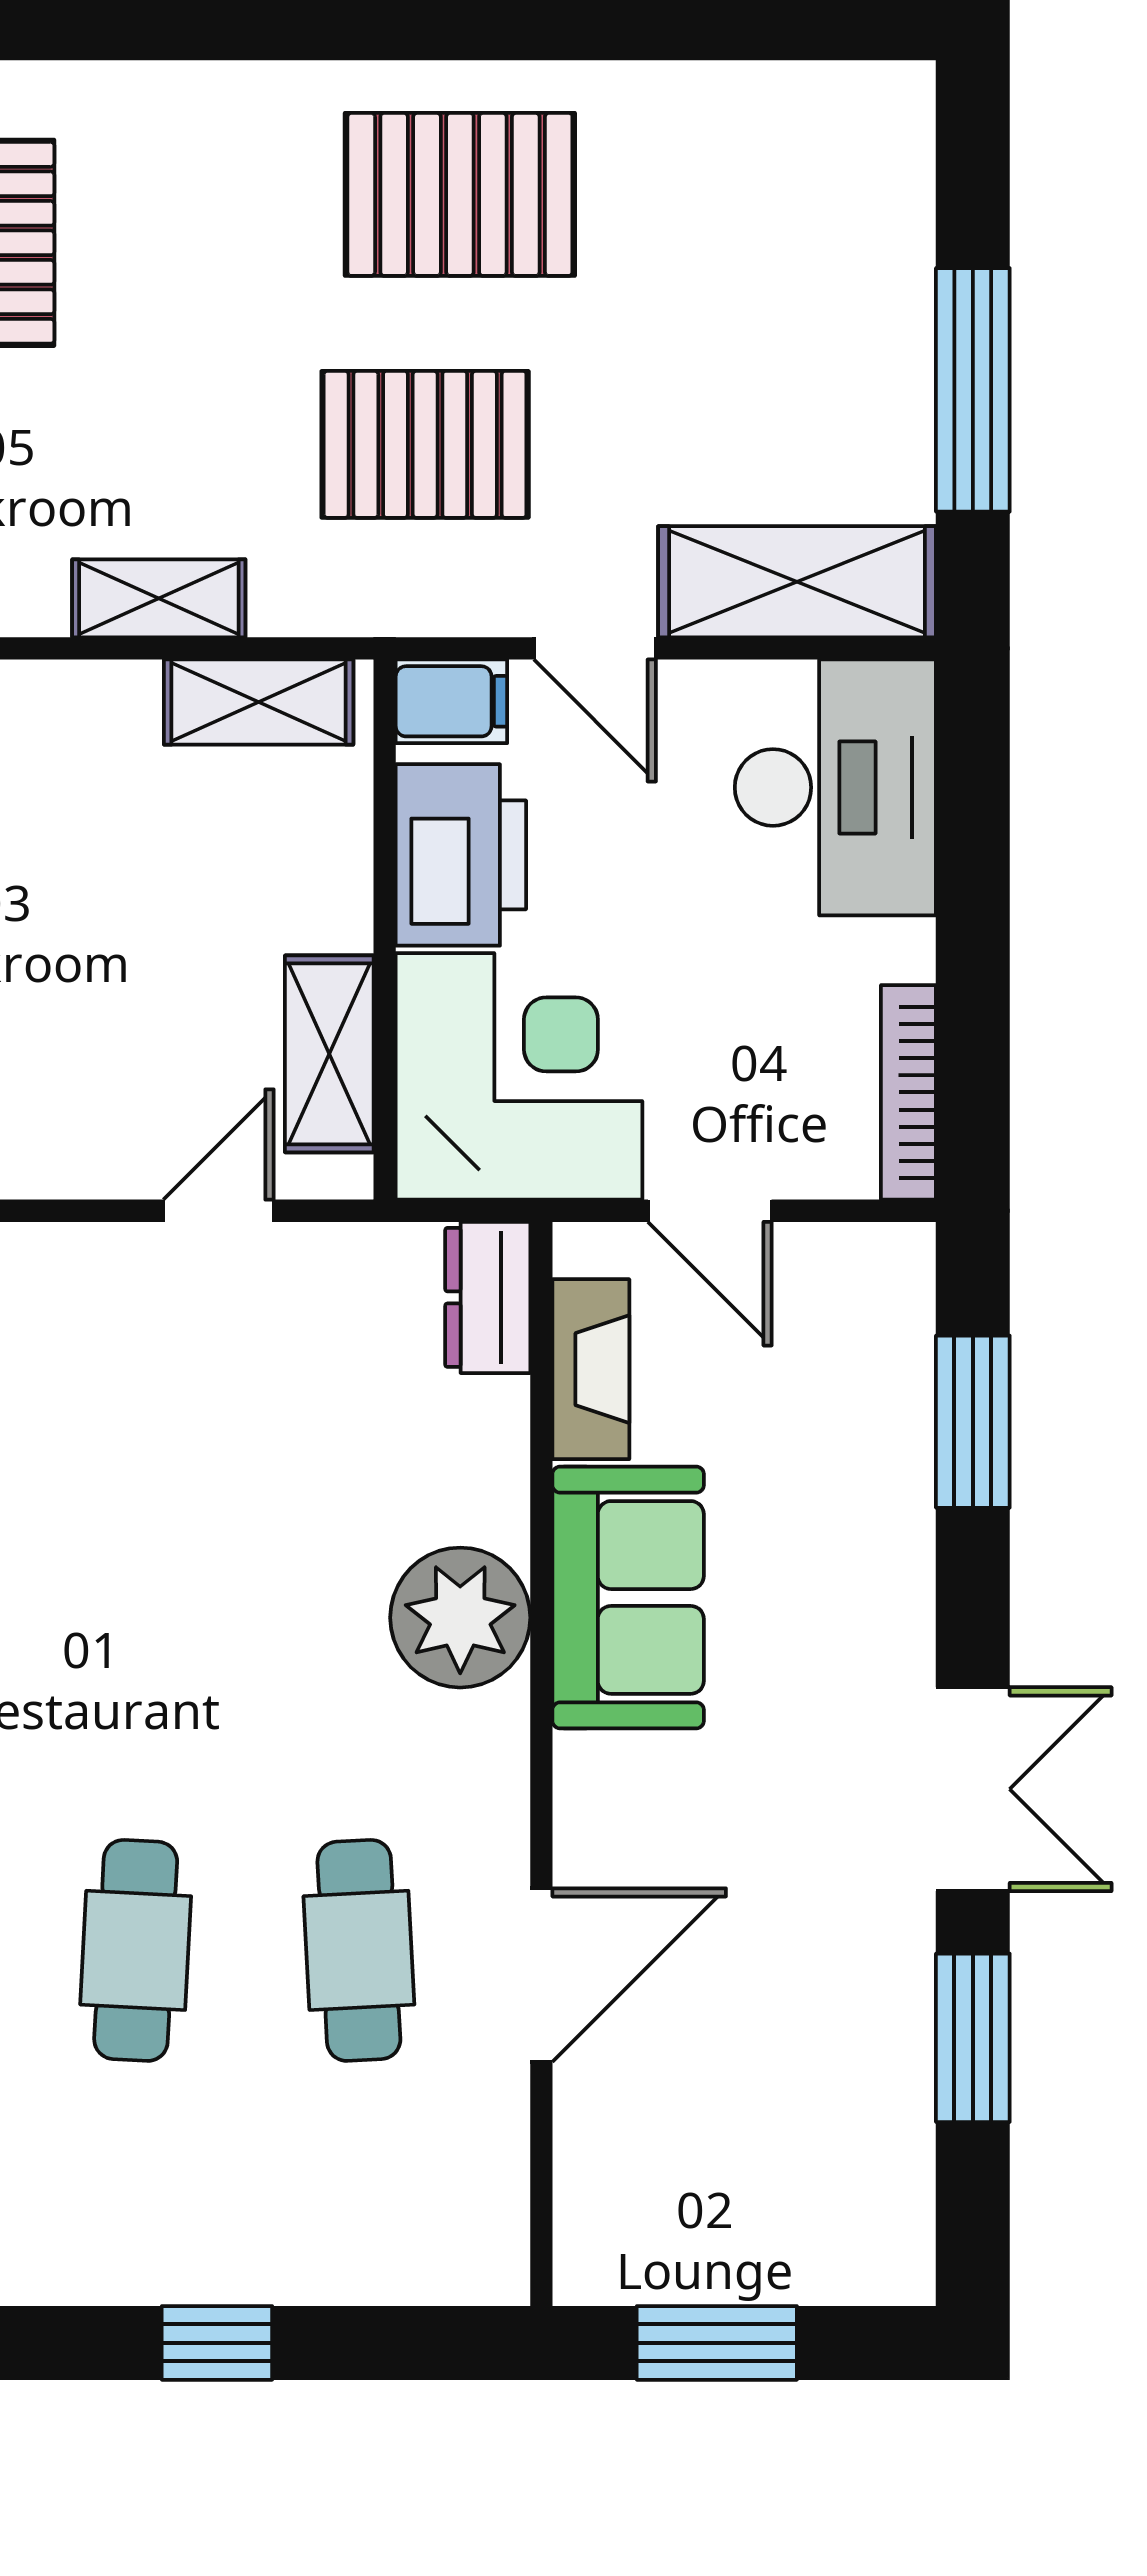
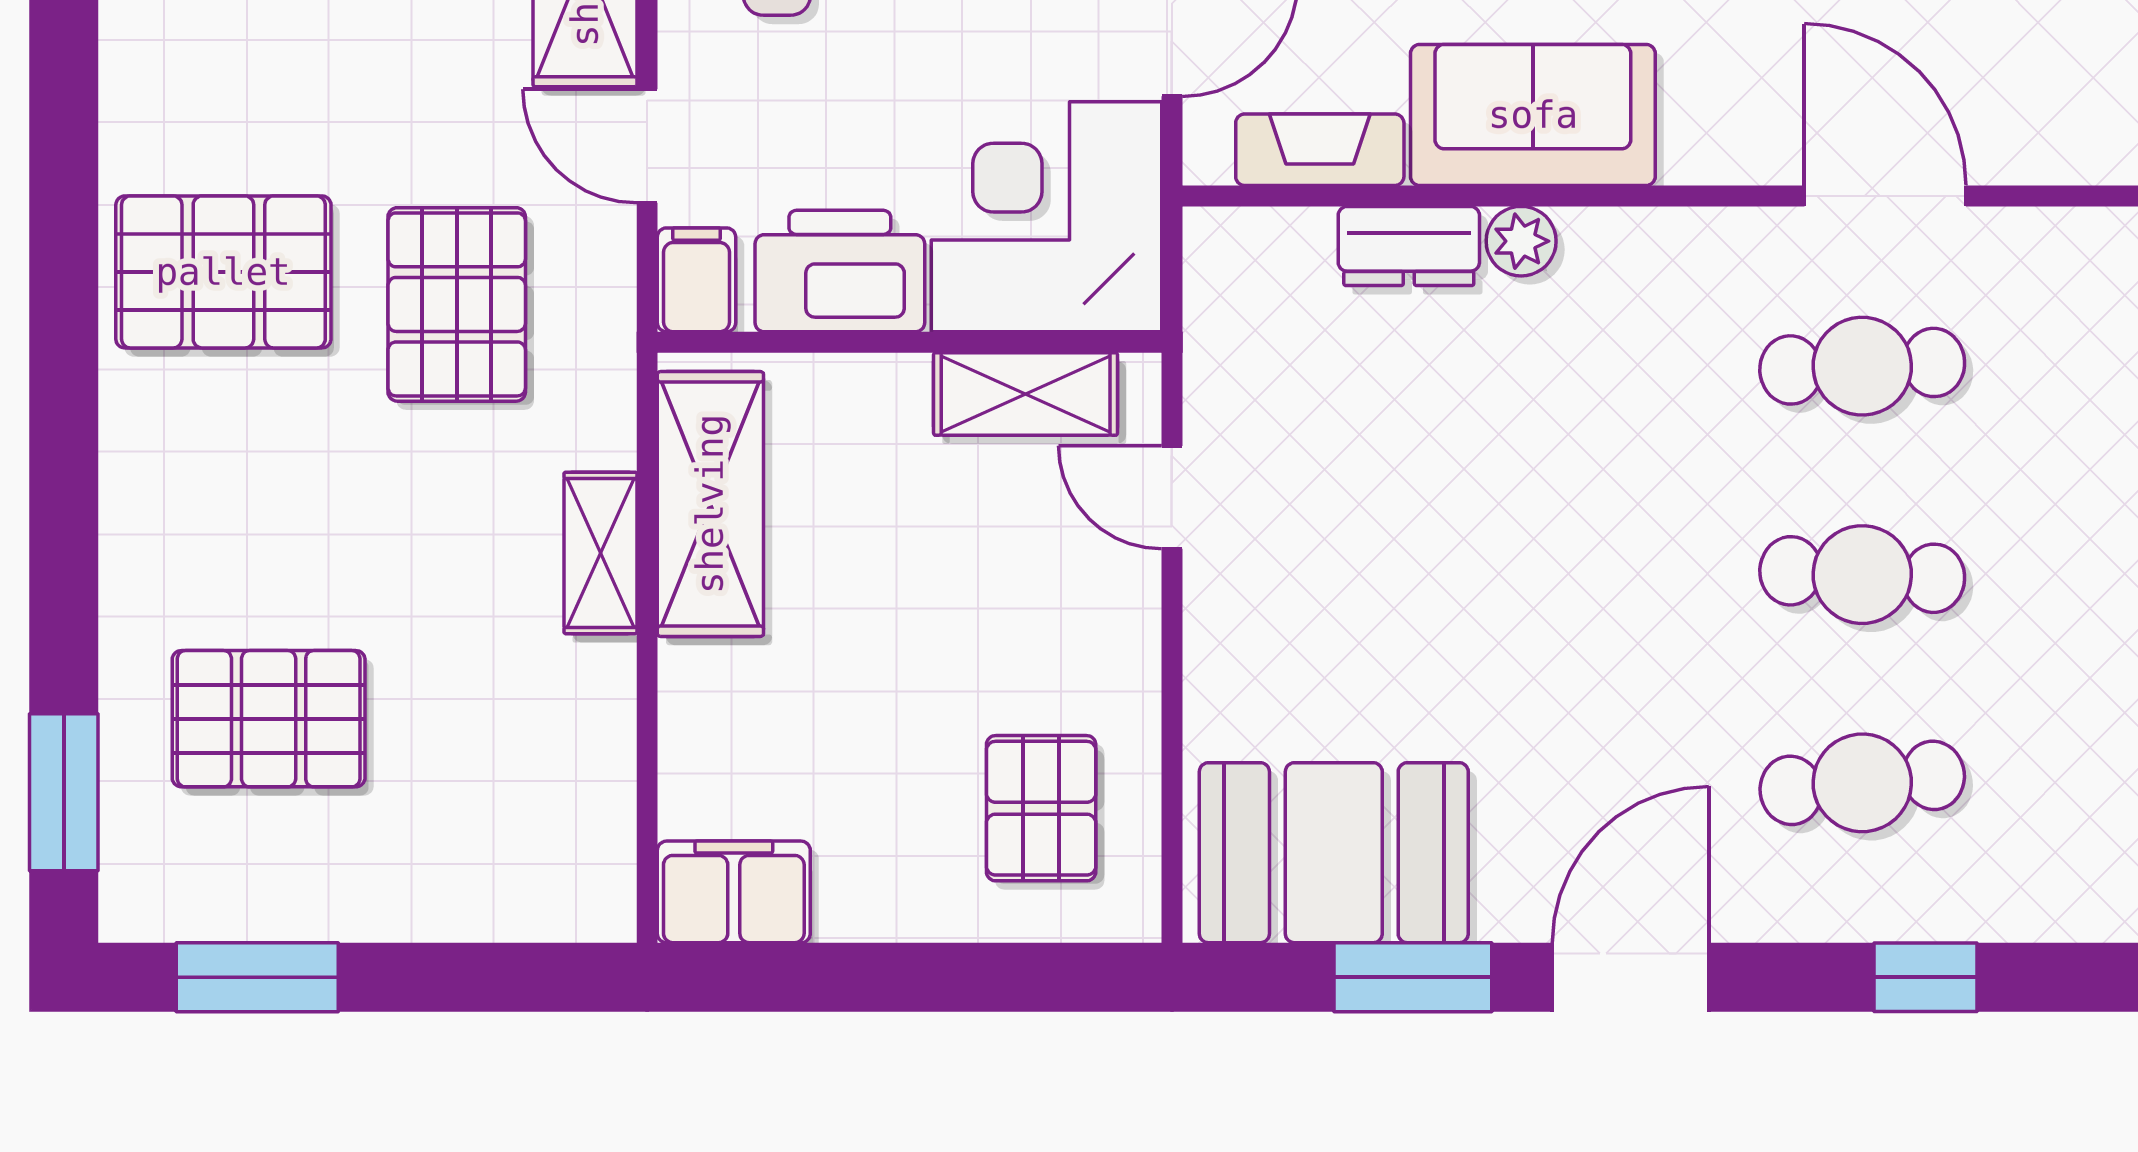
pallet: (460, 194) -> (223, 272), turned 90
door: (595, 648) -> (647, 146), swing flipped
shelving: (259, 702) -> (710, 504), width x1.50, depth x1.33
dresser: (488, 1297) -> (1409, 246), moved
plant: (460, 1618) -> (1521, 241), width x0.53, depth x0.53

